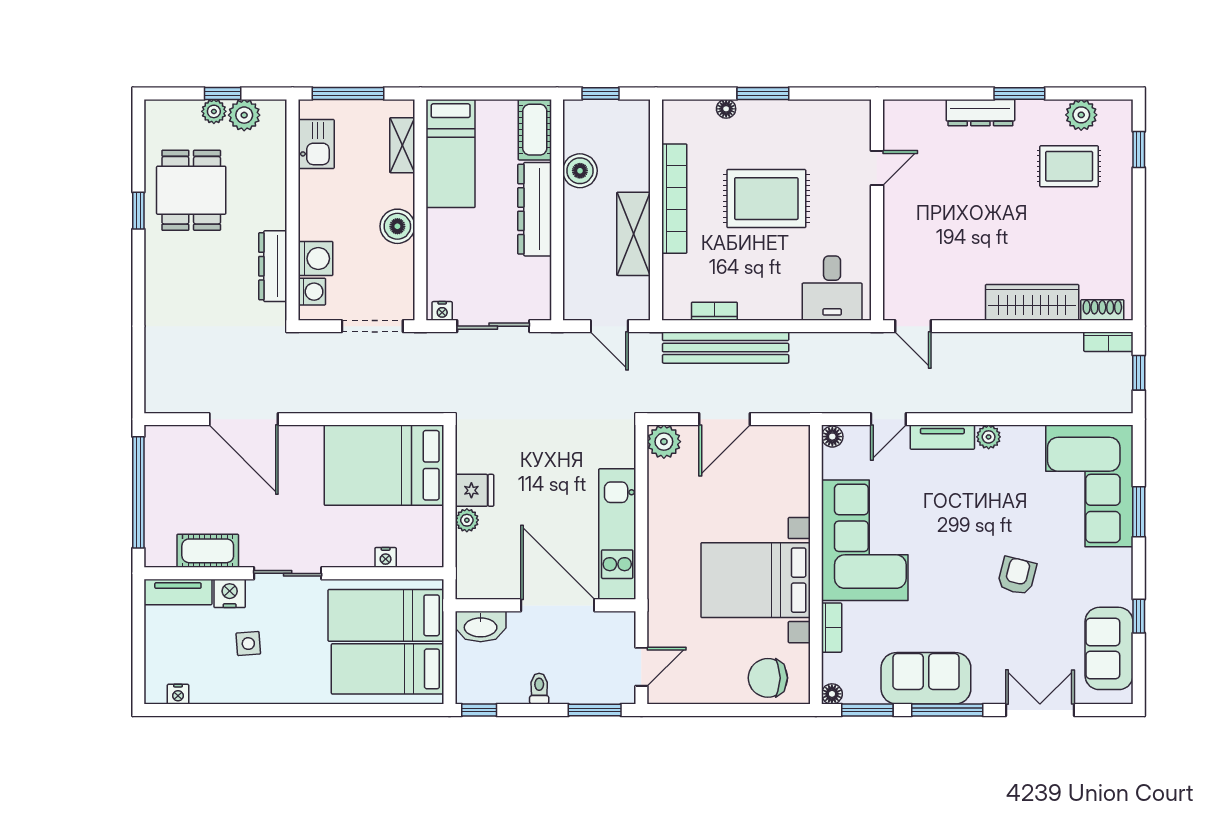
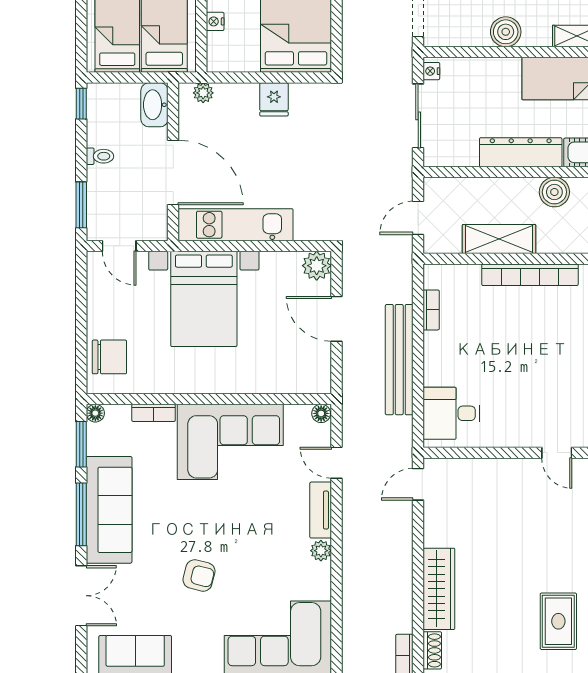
rug: (766, 199) -> (530, 356), removed
bench: (726, 348) -> (399, 360), moved
plant: (467, 520) -> (203, 93), moved
bed with nightstands: (756, 580) -> (204, 299), moved, turned 180
door: (558, 605) -> (173, 173), hinge flipped
chair: (768, 678) -> (109, 357), turned 90
sofa: (926, 678) -> (109, 510), width x1.36

